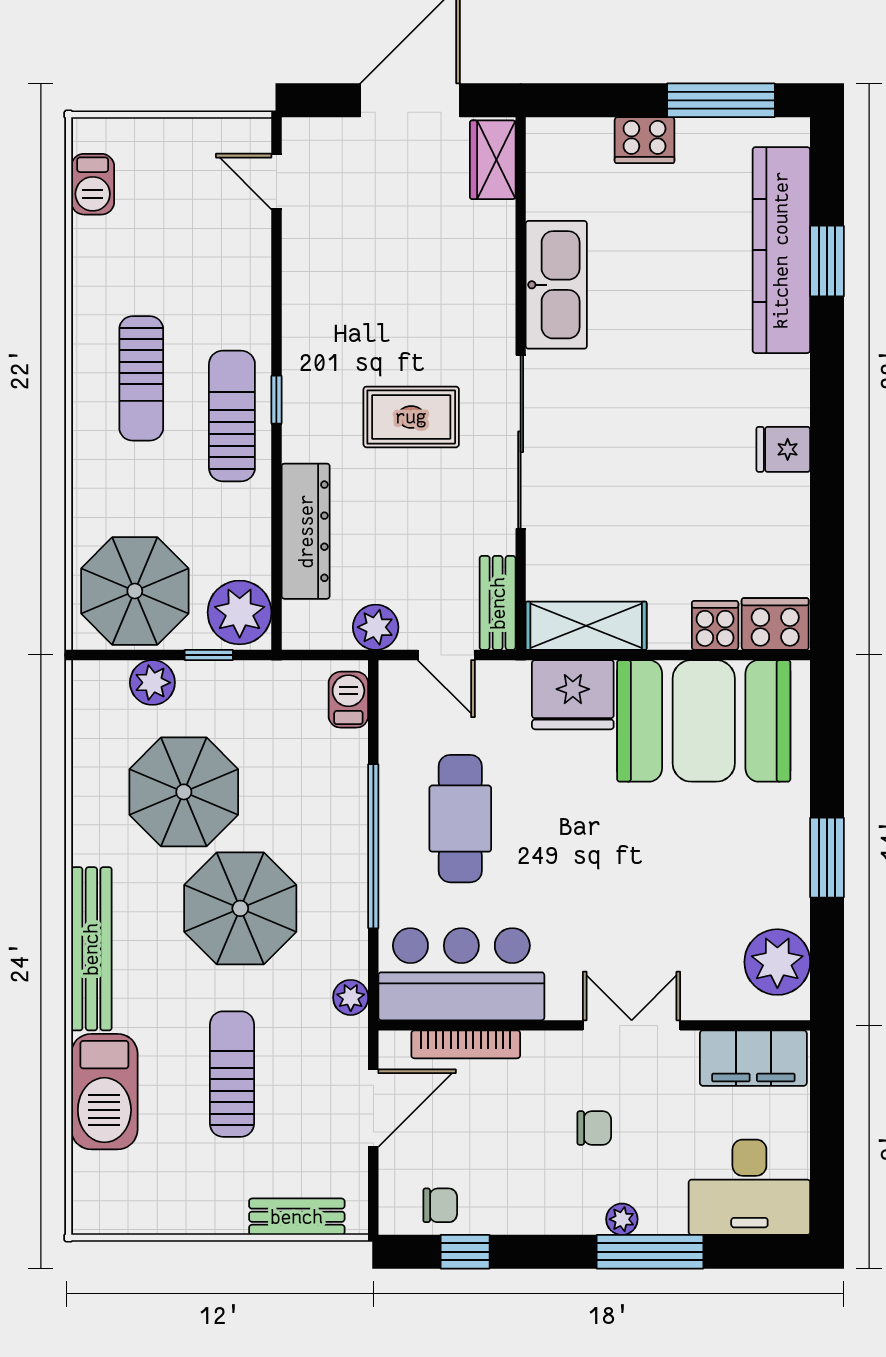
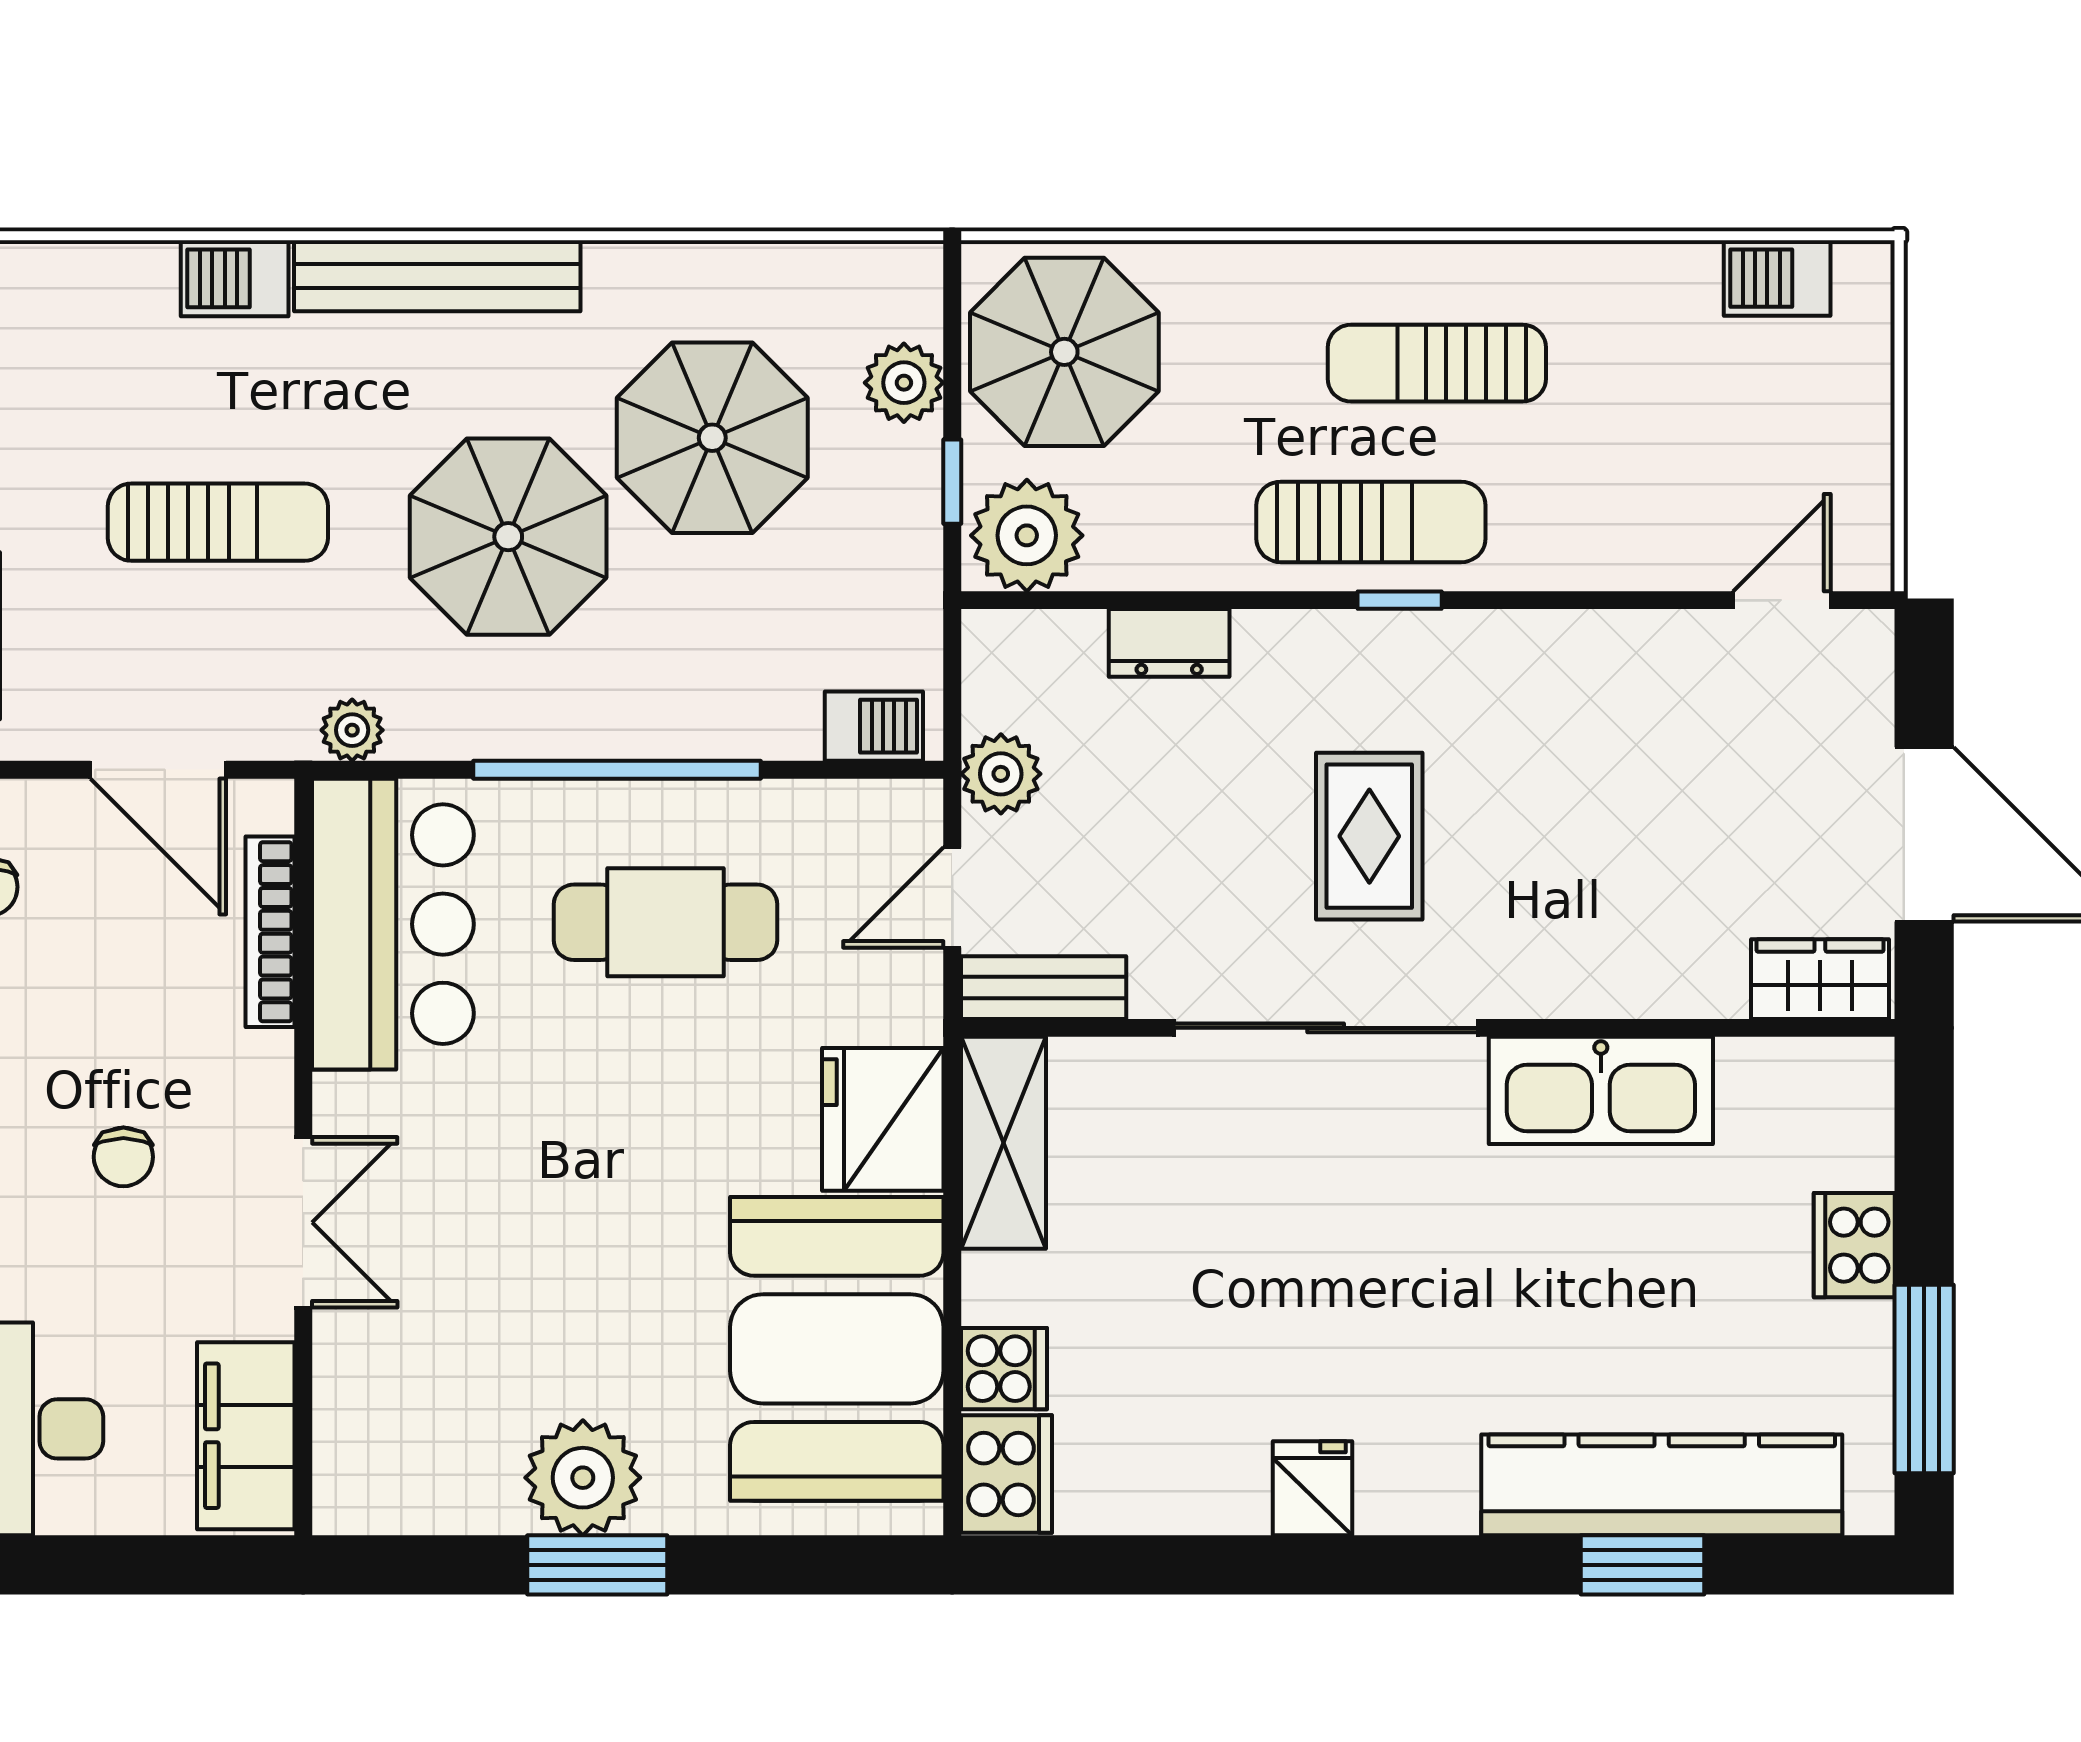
dresser: (306, 531) -> (1169, 643), width x0.51, depth x0.80
plant: (777, 962) -> (583, 1478), moved
barbecue: (104, 1092) -> (235, 278), width x0.53, depth x0.65

